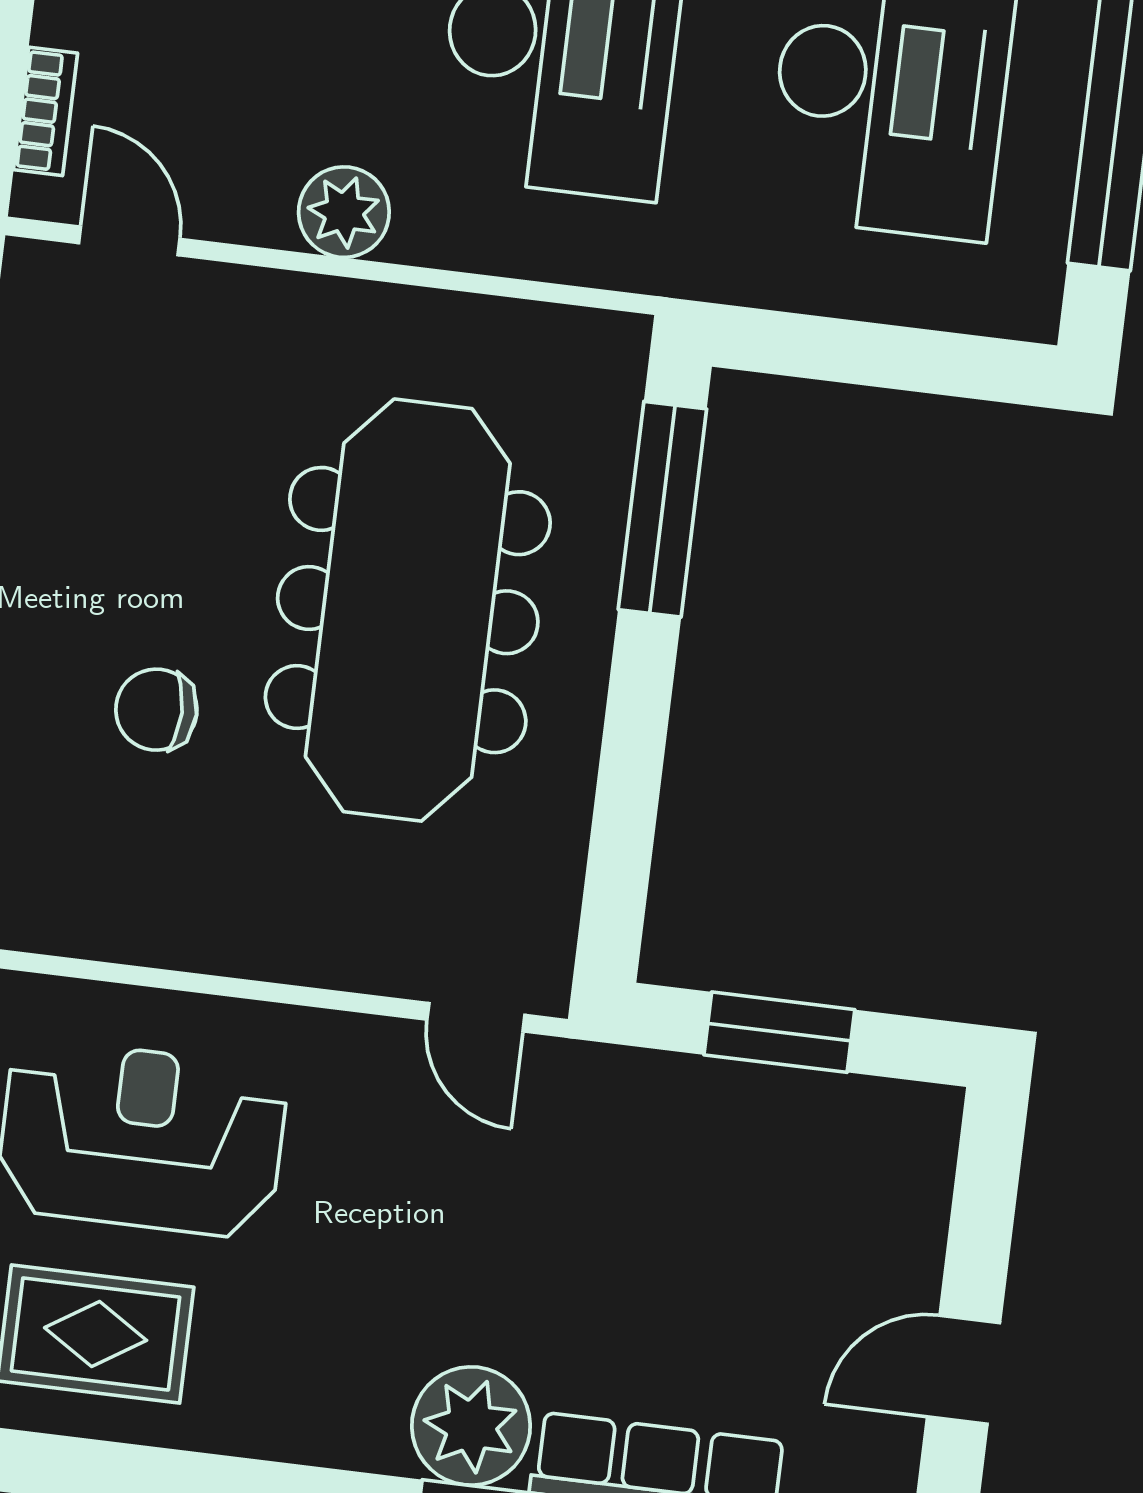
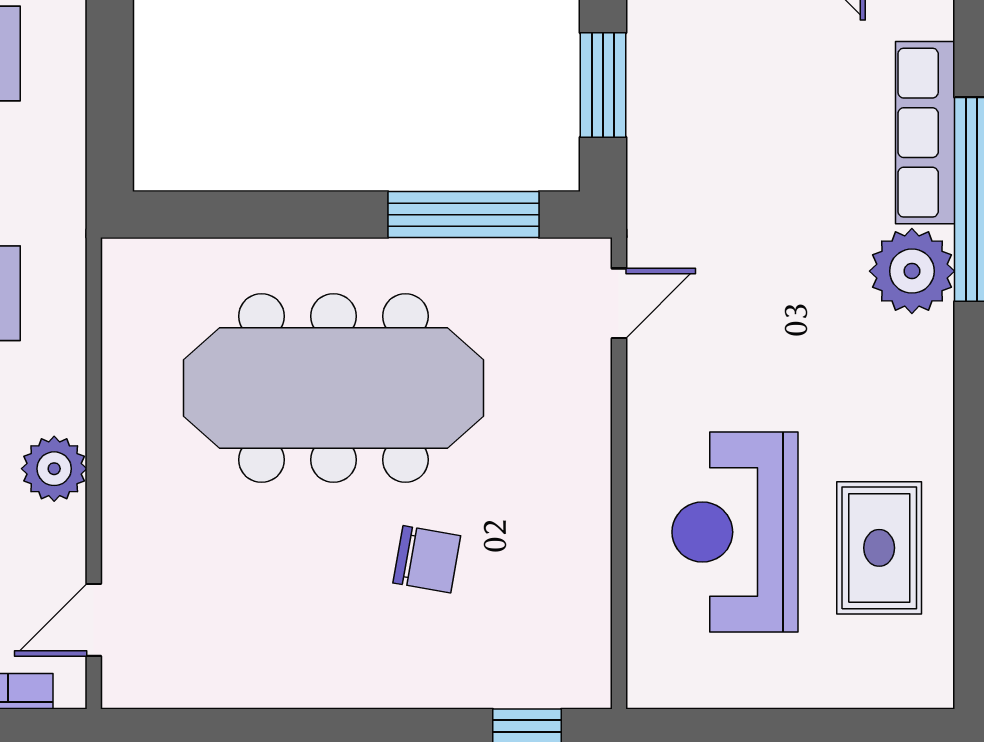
window: (662, 509) -> (463, 215), moved
chair: (156, 710) -> (427, 559), turned -80

